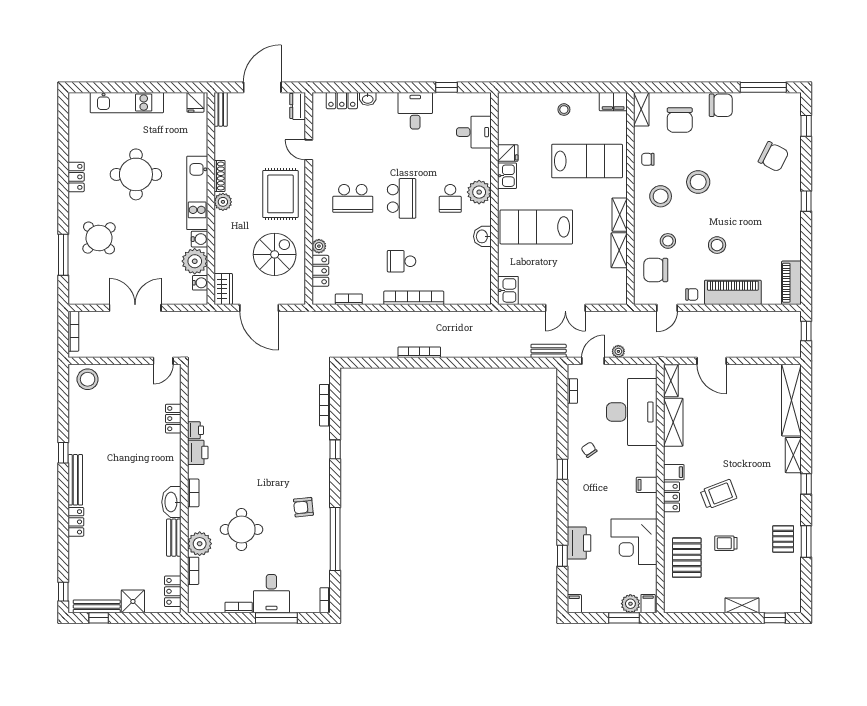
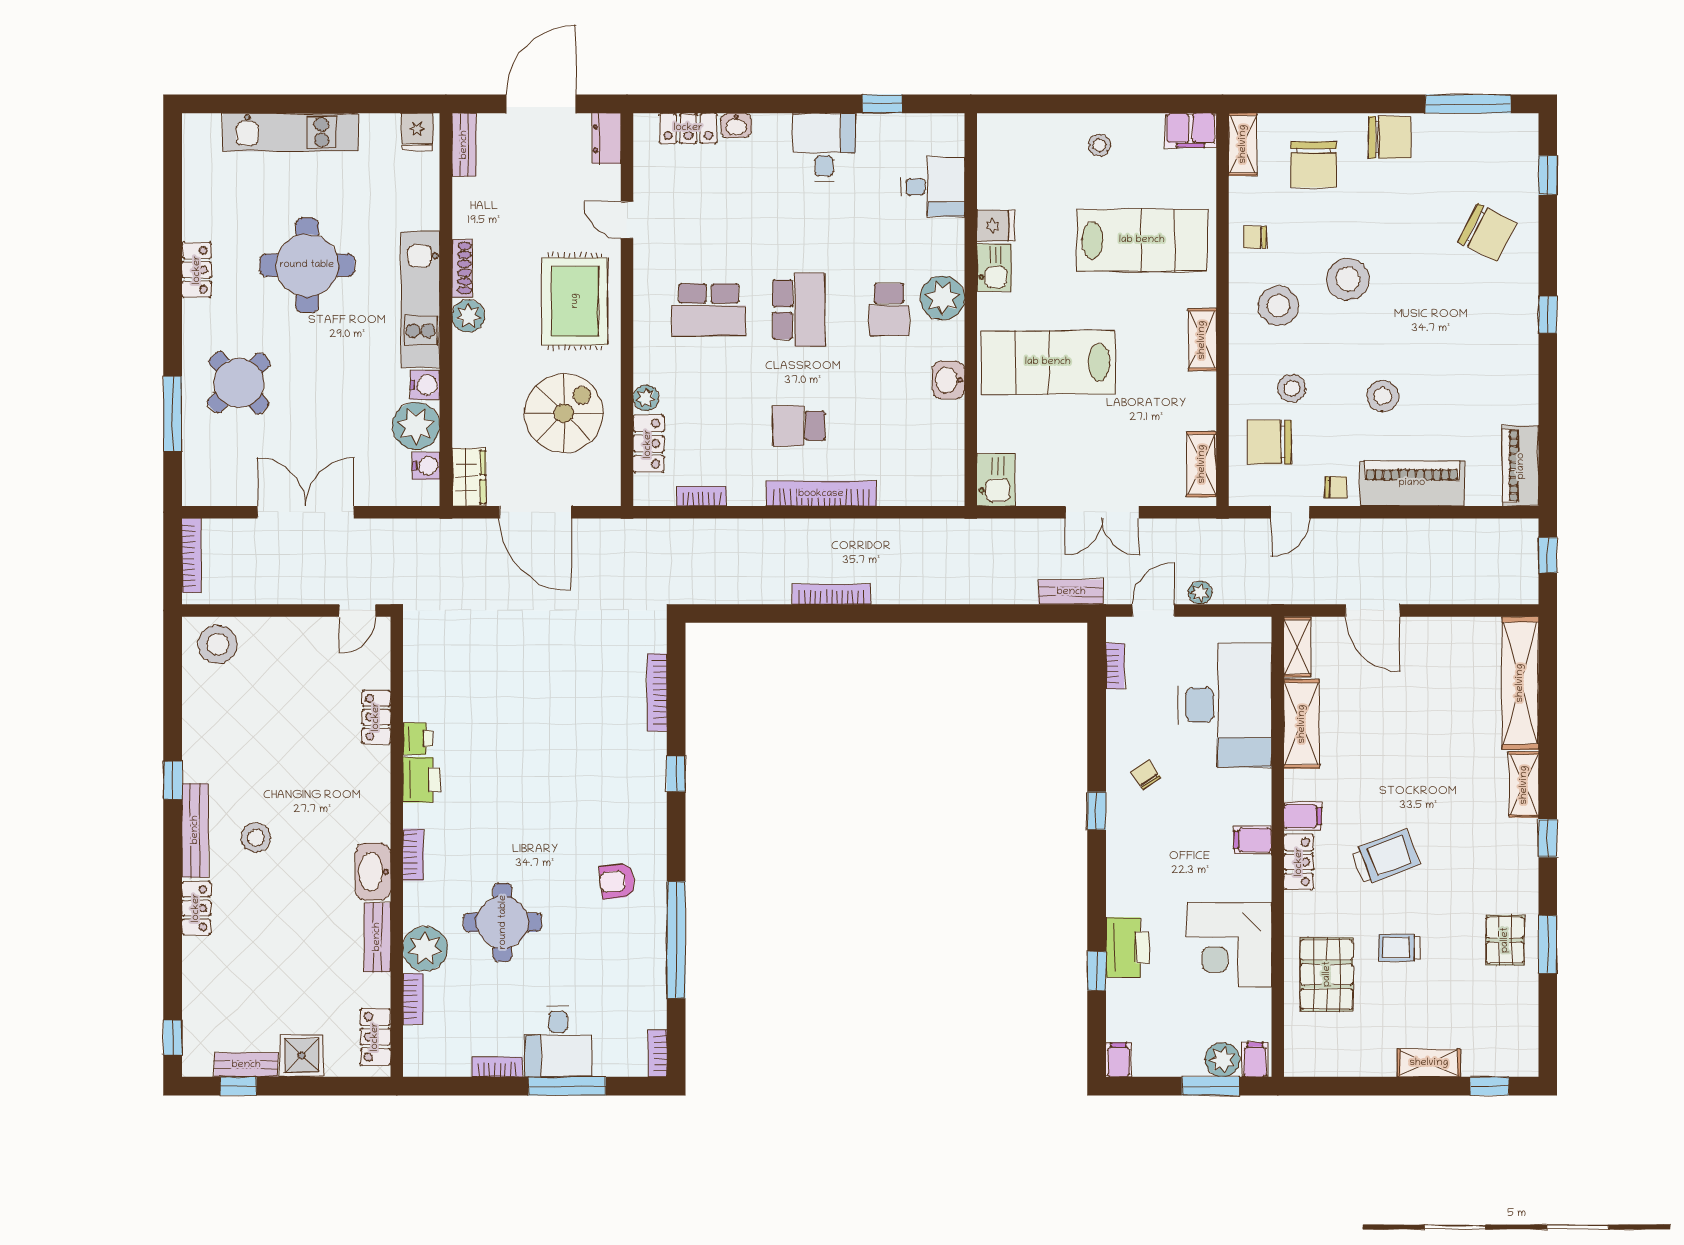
shelving: (619, 250) -> (1202, 464), moved
stool: (108, 484) -> (256, 838), added
bench: (97, 606) -> (246, 1065), width x0.73

